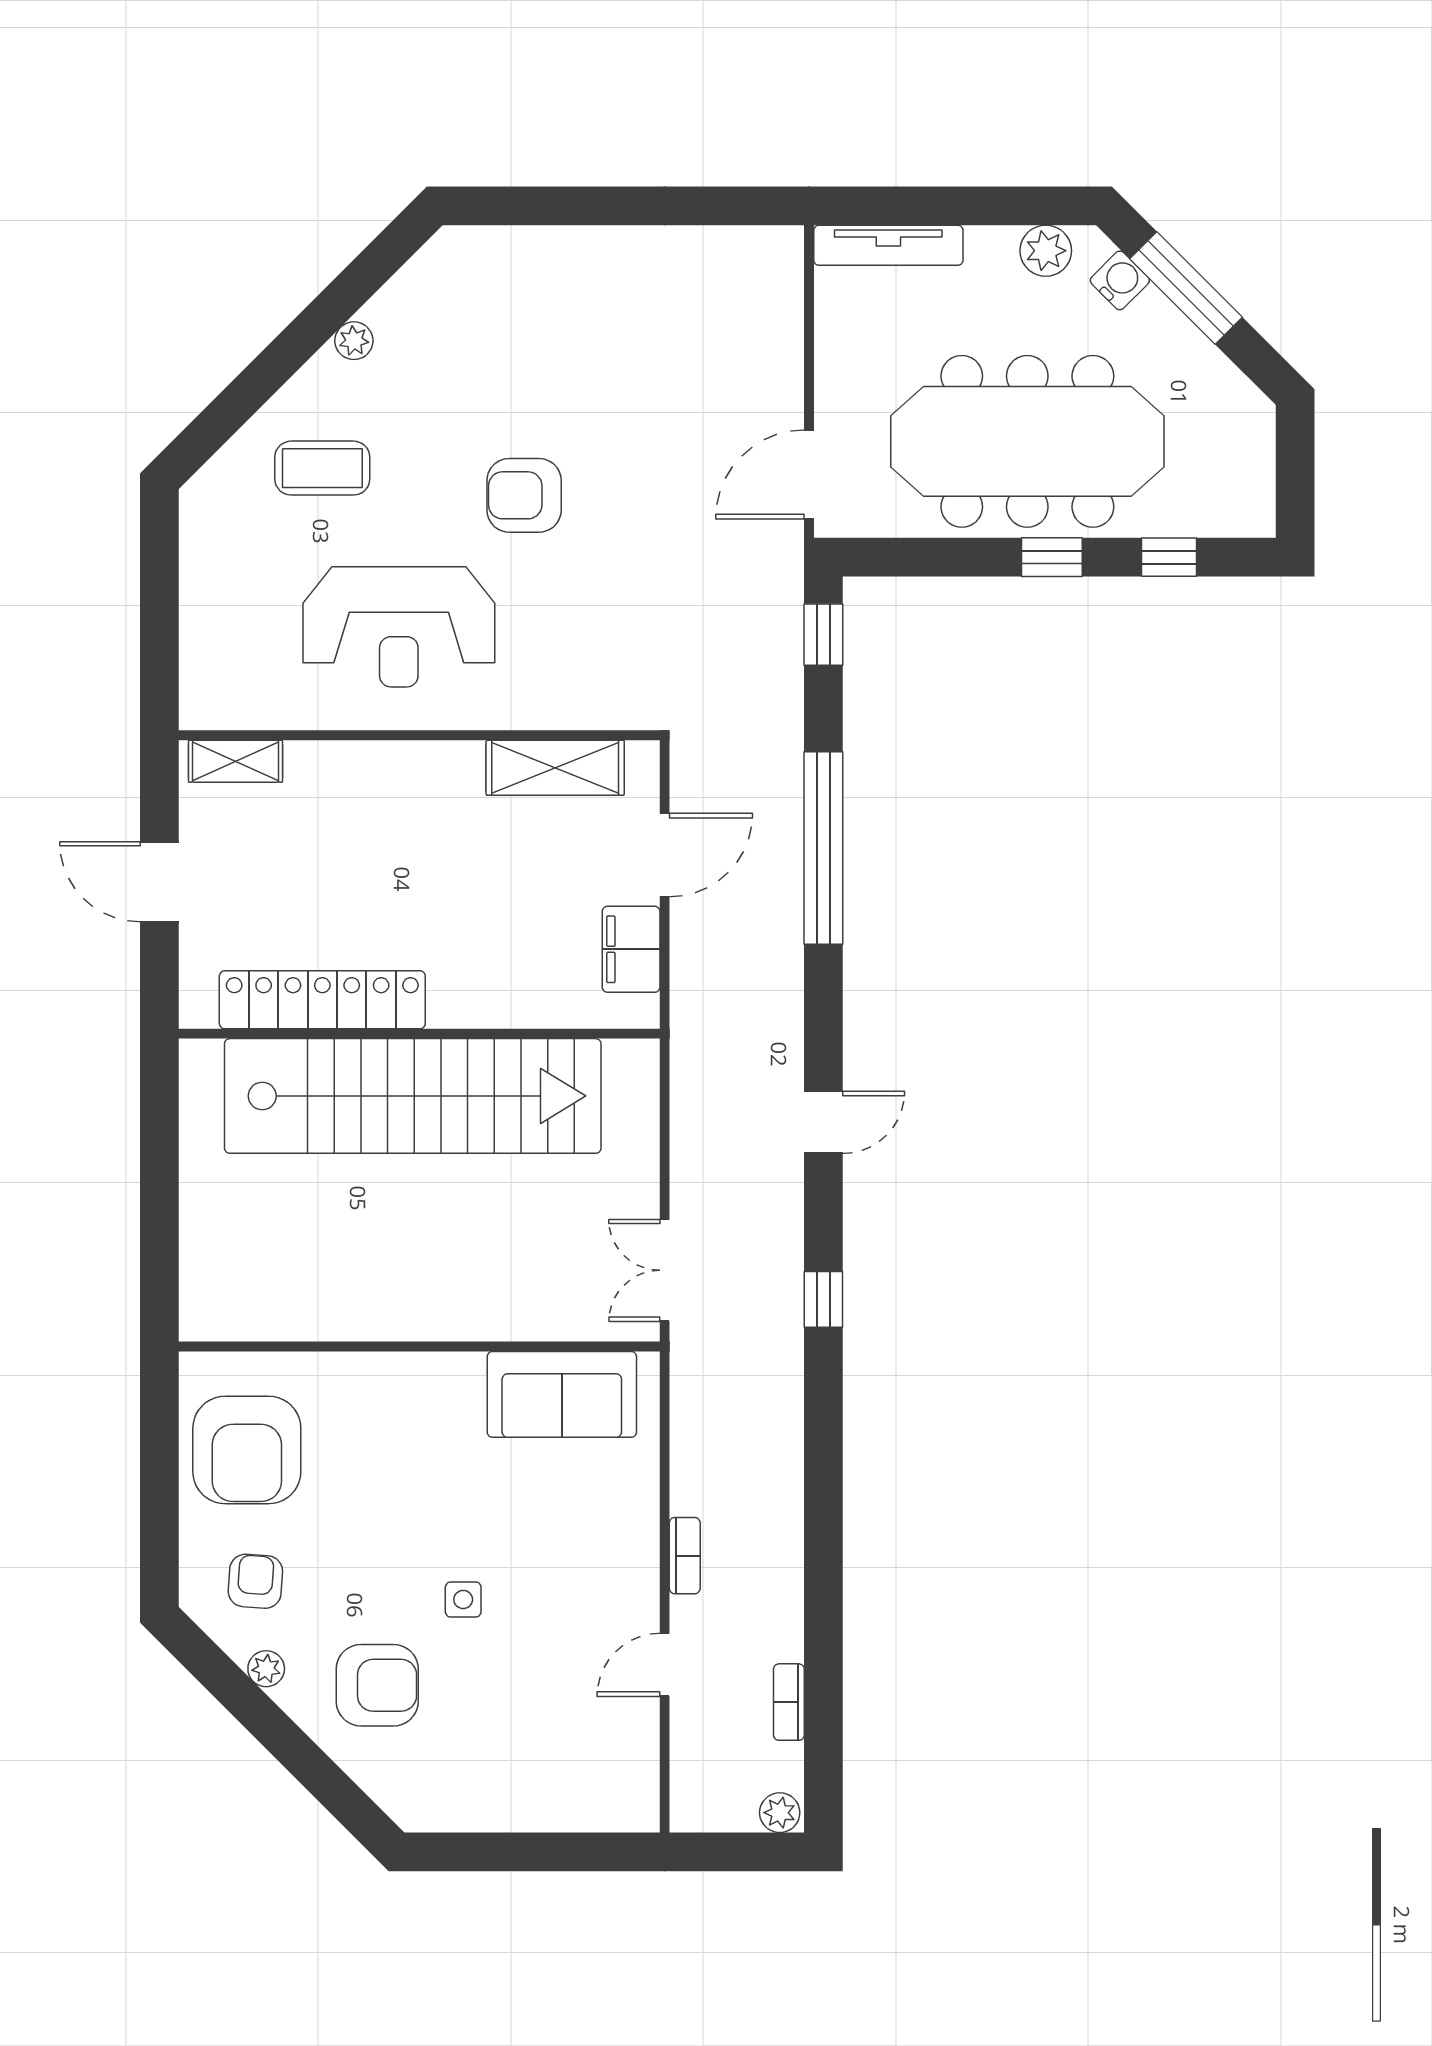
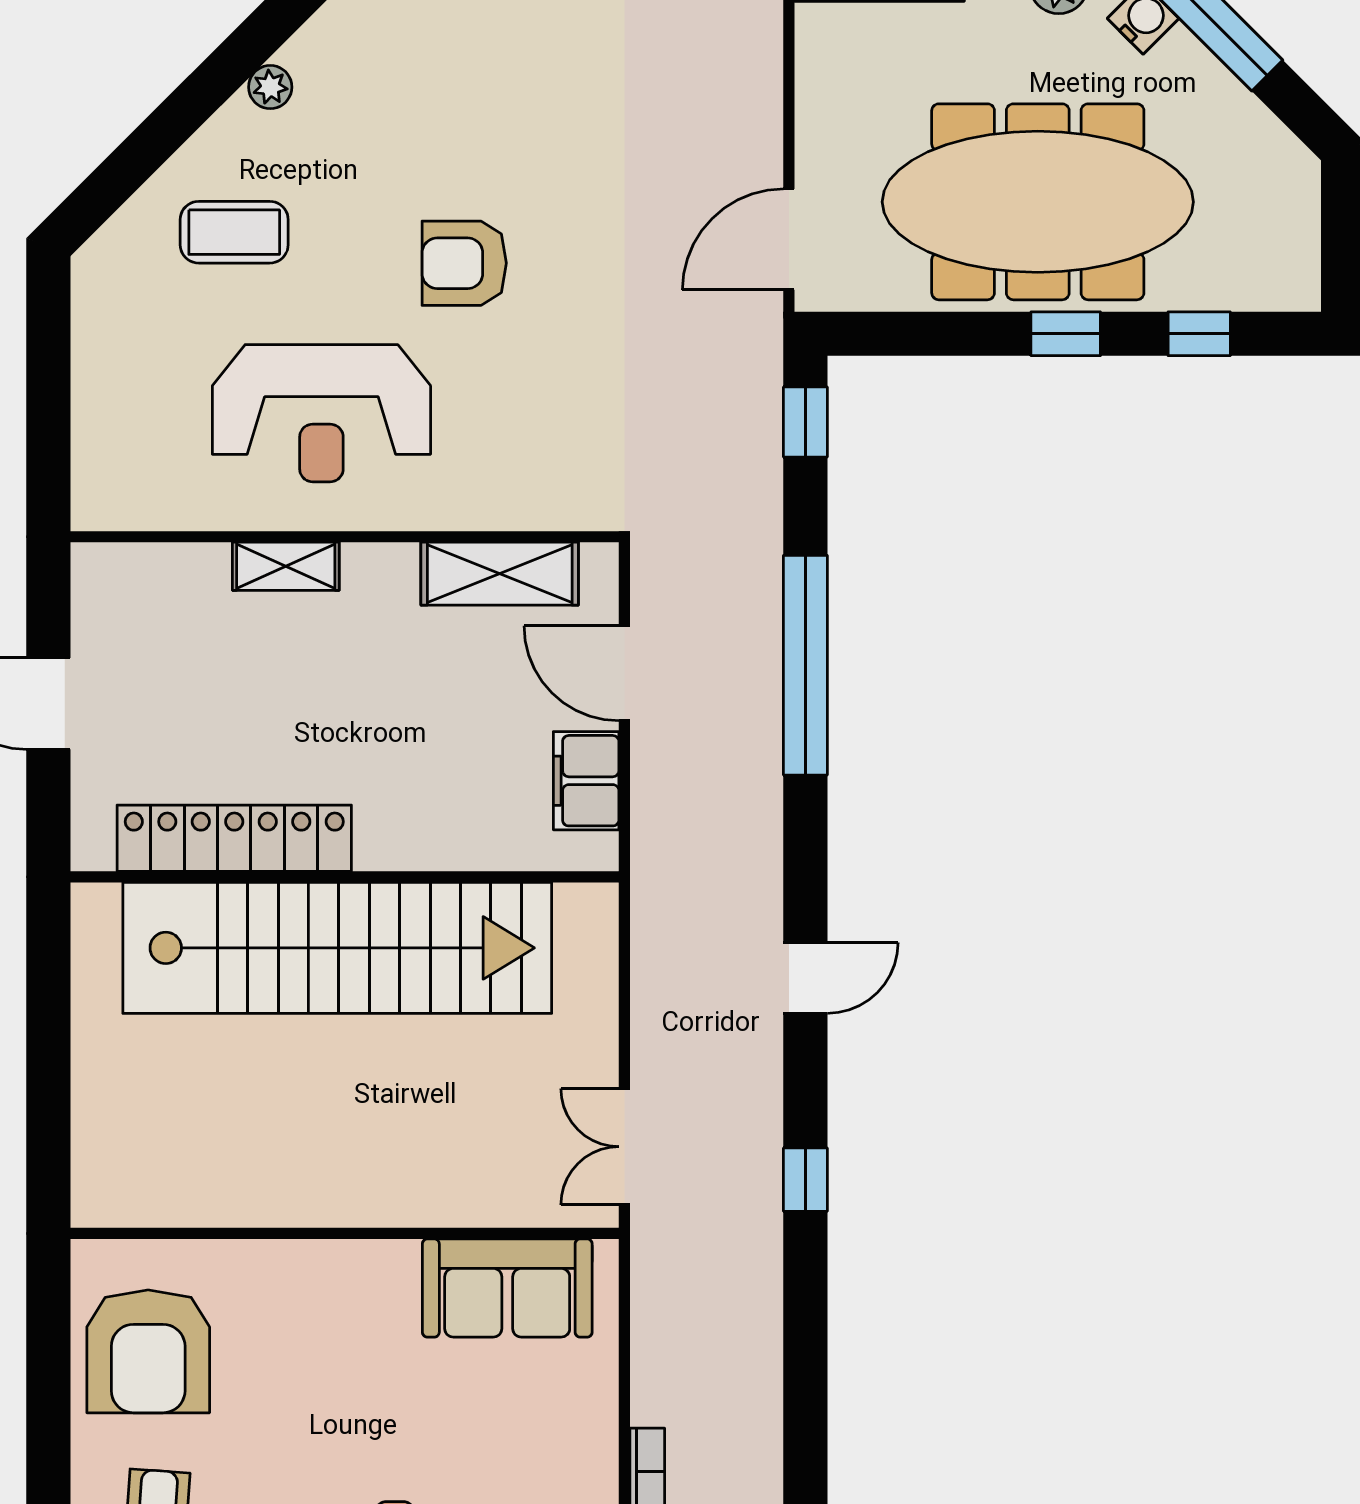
shelving: (235, 761) -> (286, 566), moved
door: (665, 855) -> (624, 673), swing flipped

